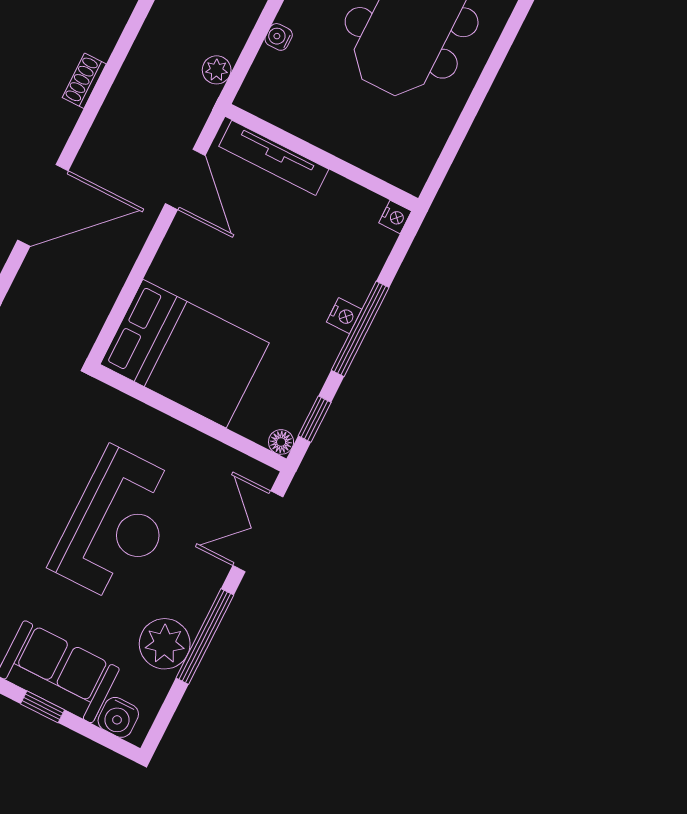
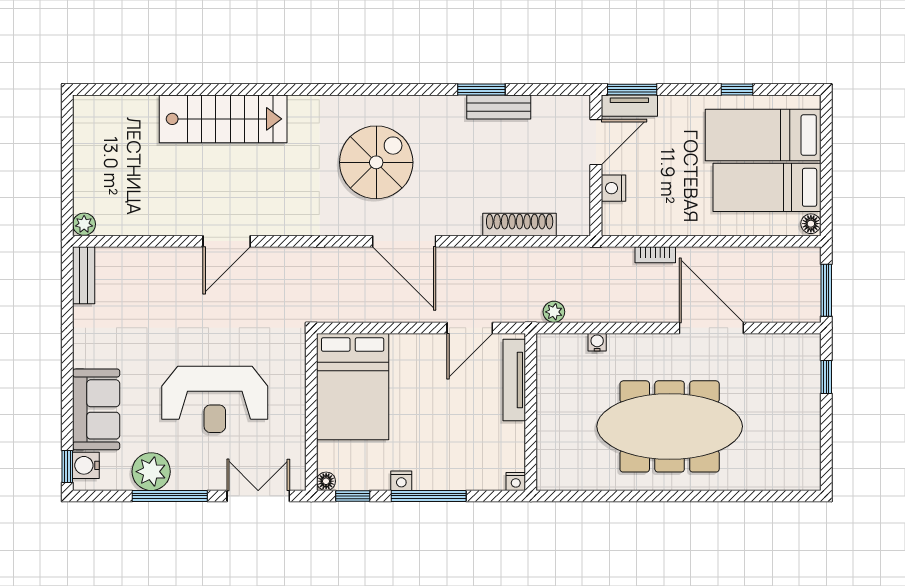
shoe rack: (84, 81) -> (520, 224), width x1.94, depth x1.24
nightstand: (344, 316) -> (401, 481), moved
window: (43, 707) -> (67, 466), moved

